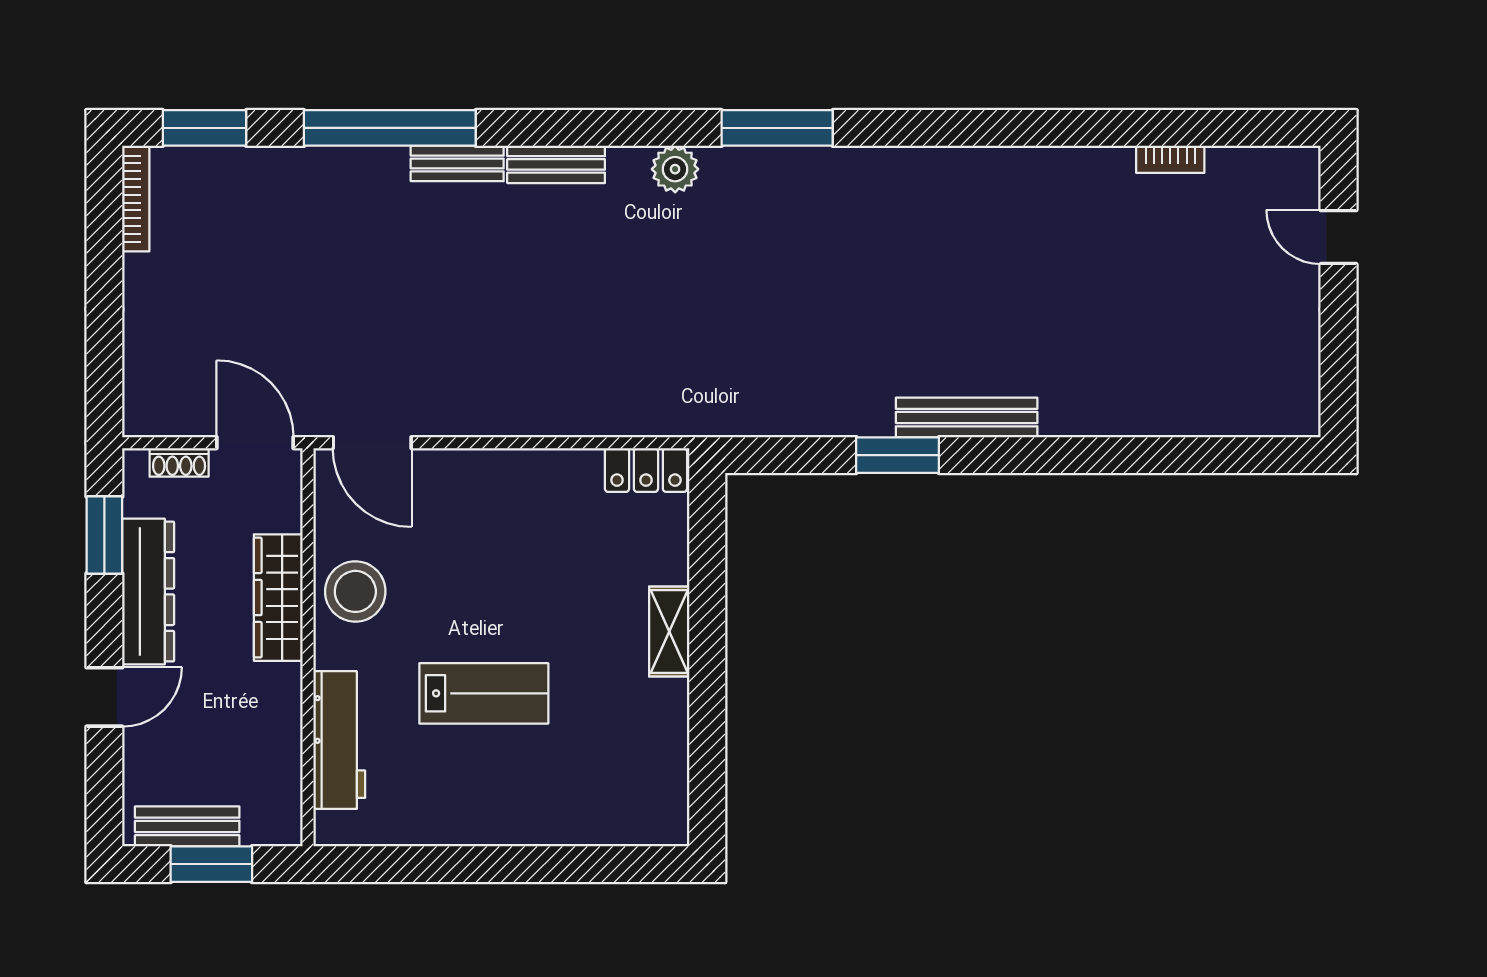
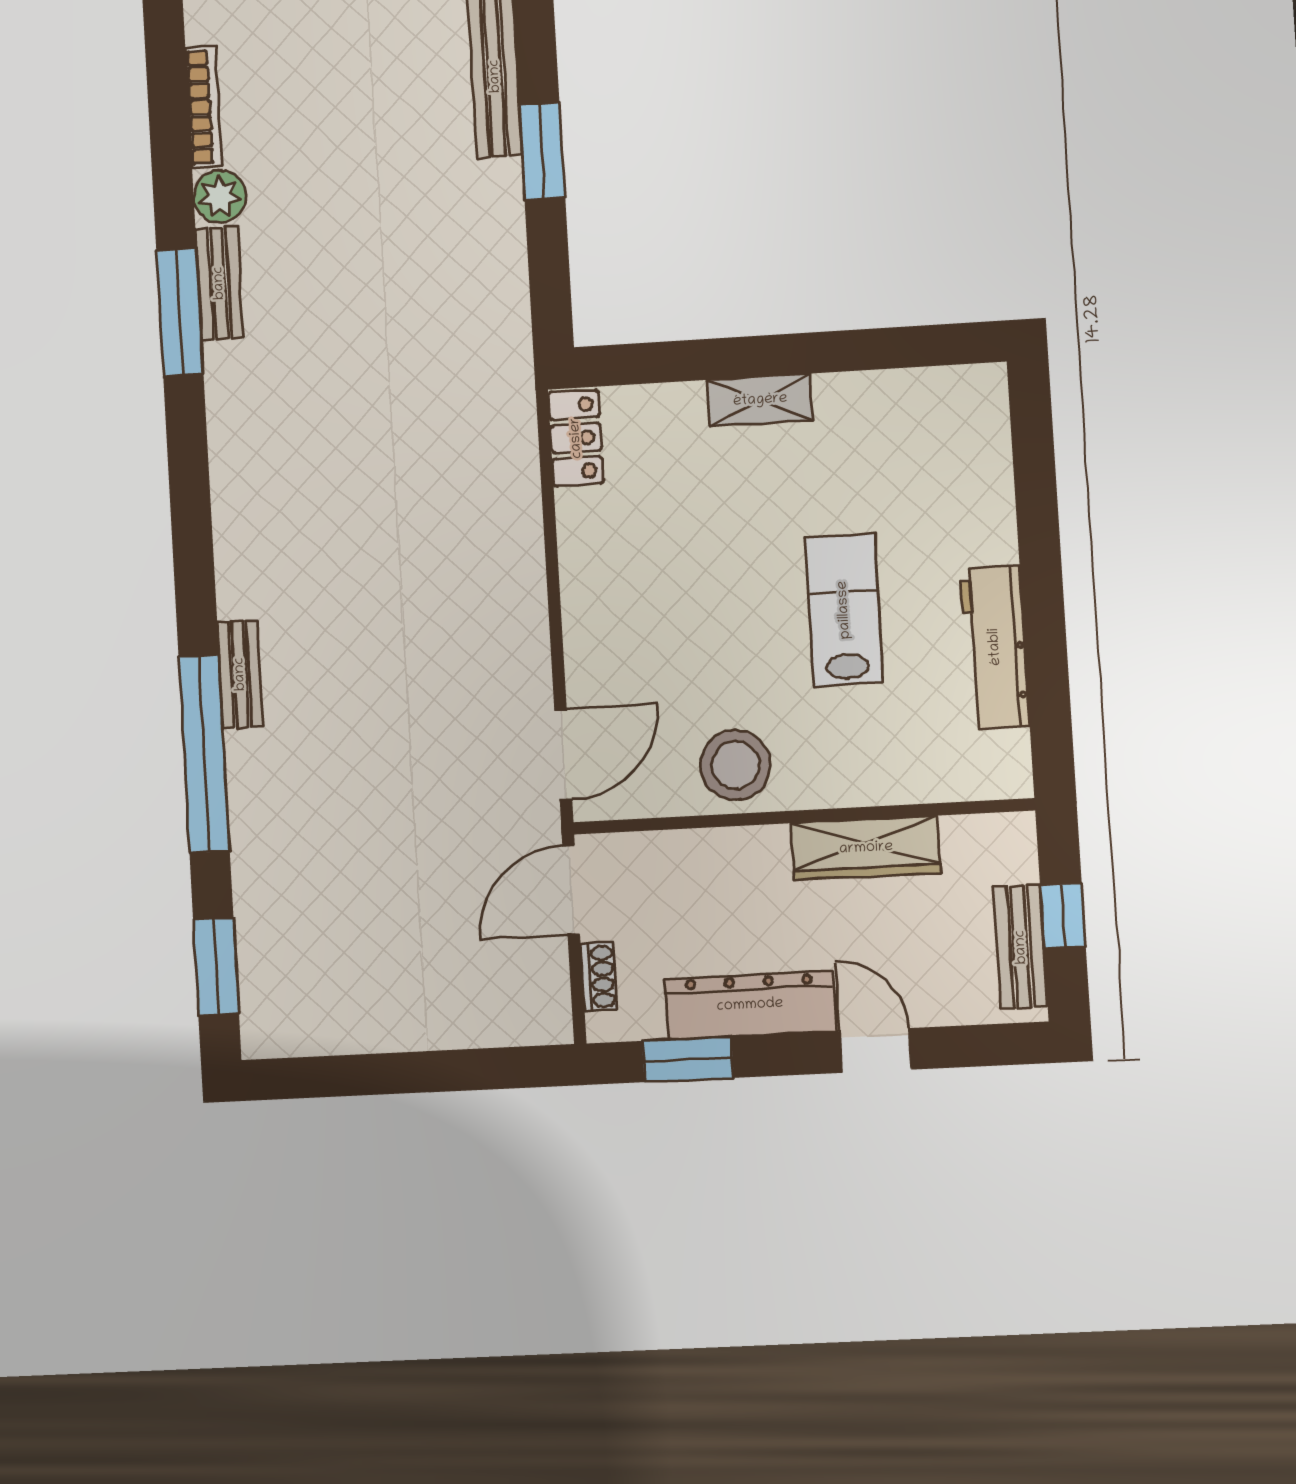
bench: (556, 164) -> (219, 283), moved
plant: (675, 169) -> (220, 197), moved
bookcase: (136, 199) -> (204, 107), moved, turned 90
wardrobe: (278, 598) -> (866, 848), moved
workbench: (339, 740) -> (995, 647), moved, turned -90
window: (211, 864) -> (1063, 916), width x0.67

